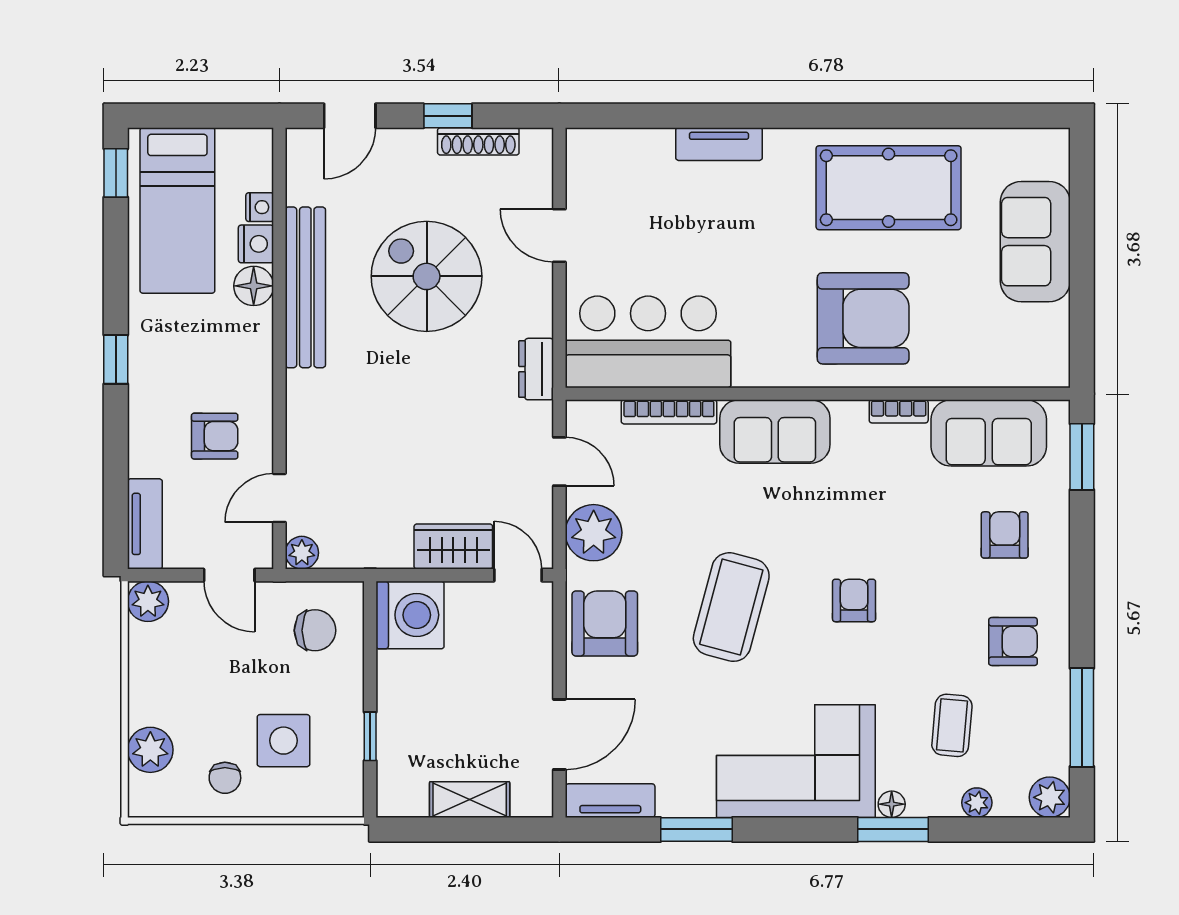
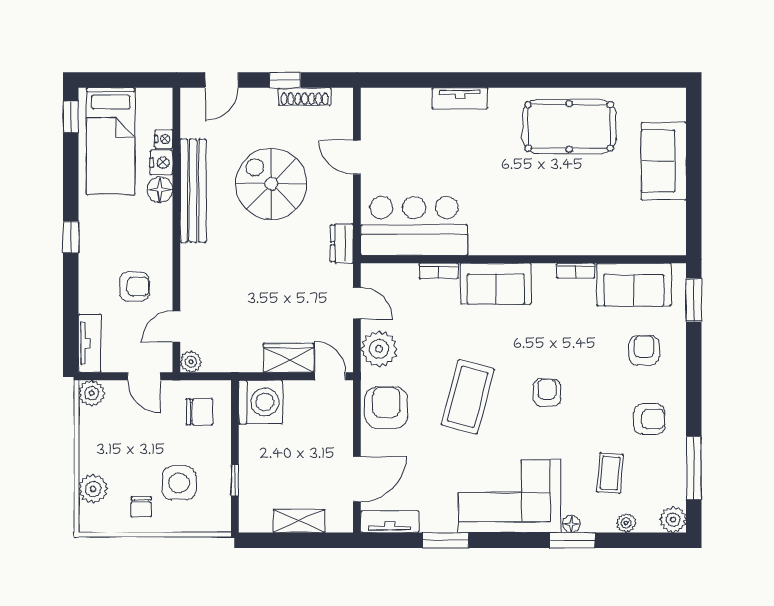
armchair: (863, 318) -> (553, 211), removed
bookcase: (669, 412) -> (439, 271), width x0.64

